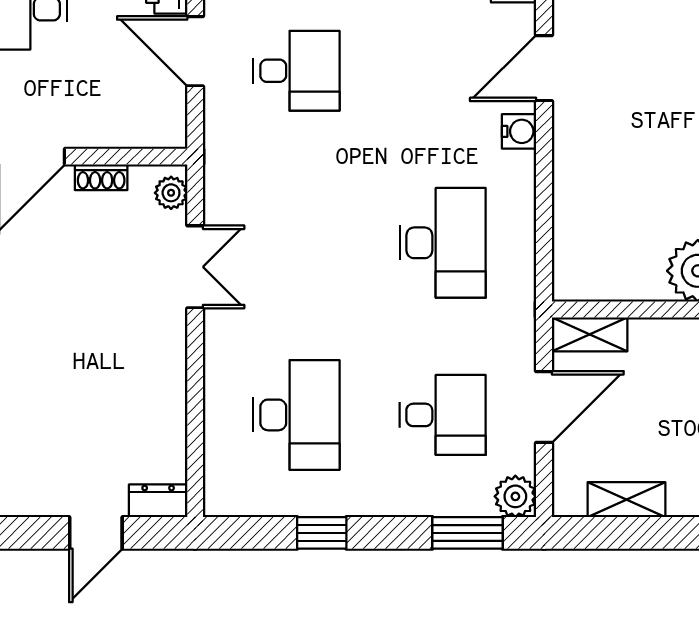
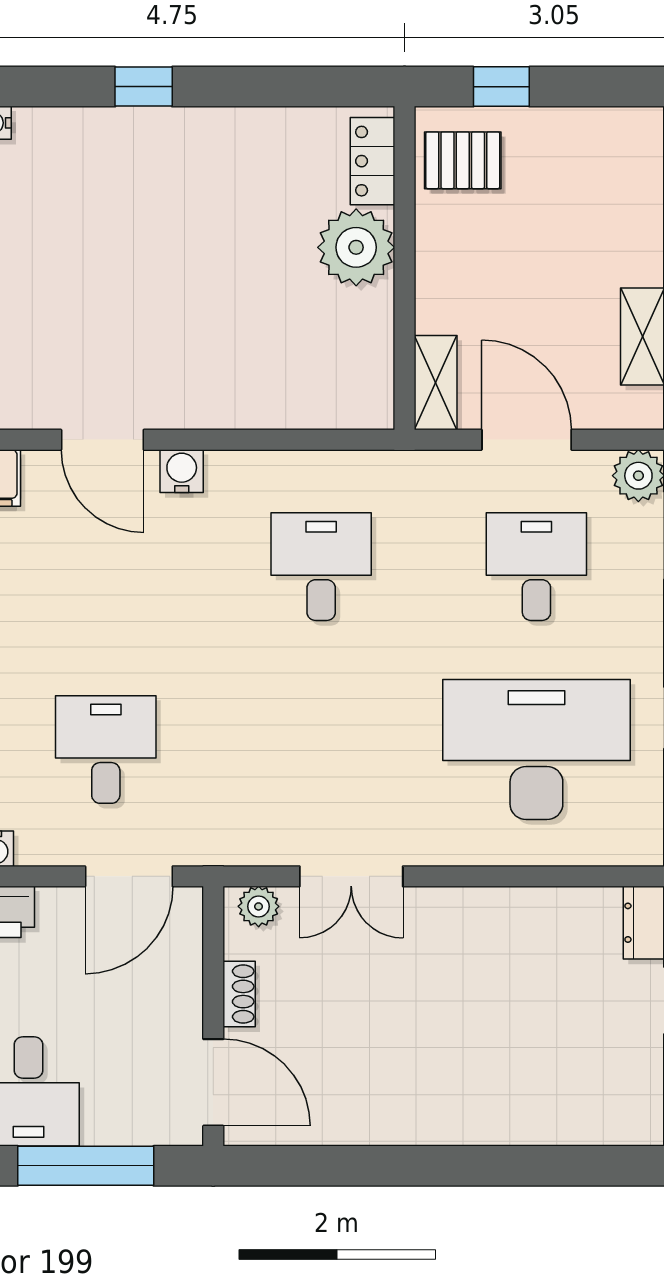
door: (195, 51) -> (129, 876), moved
desk: (443, 243) -> (321, 567), width x0.73
double door: (195, 267) -> (351, 876), swing flipped
desk: (296, 415) -> (536, 750), width x1.36, depth x1.30

